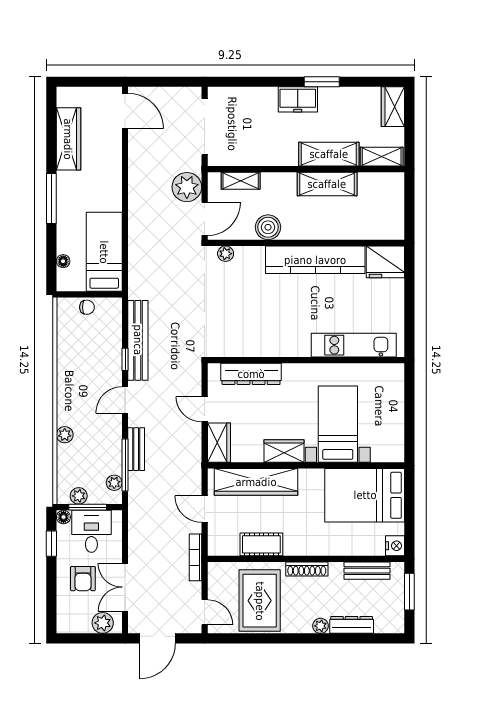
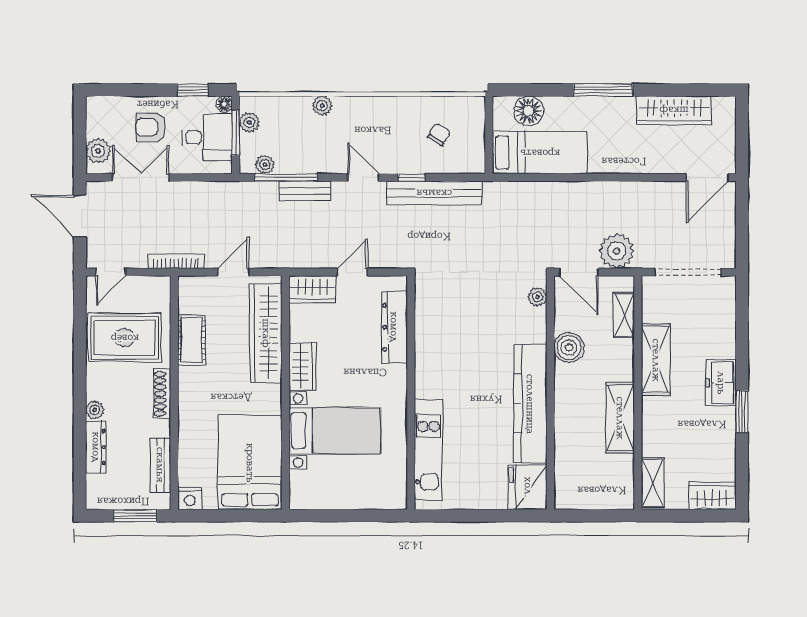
shelving: (329, 154) -> (656, 360), moved
floor lamp: (63, 261) -> (529, 111), width x1.89, depth x1.89
chair: (87, 307) -> (439, 134), moved, turned -149

